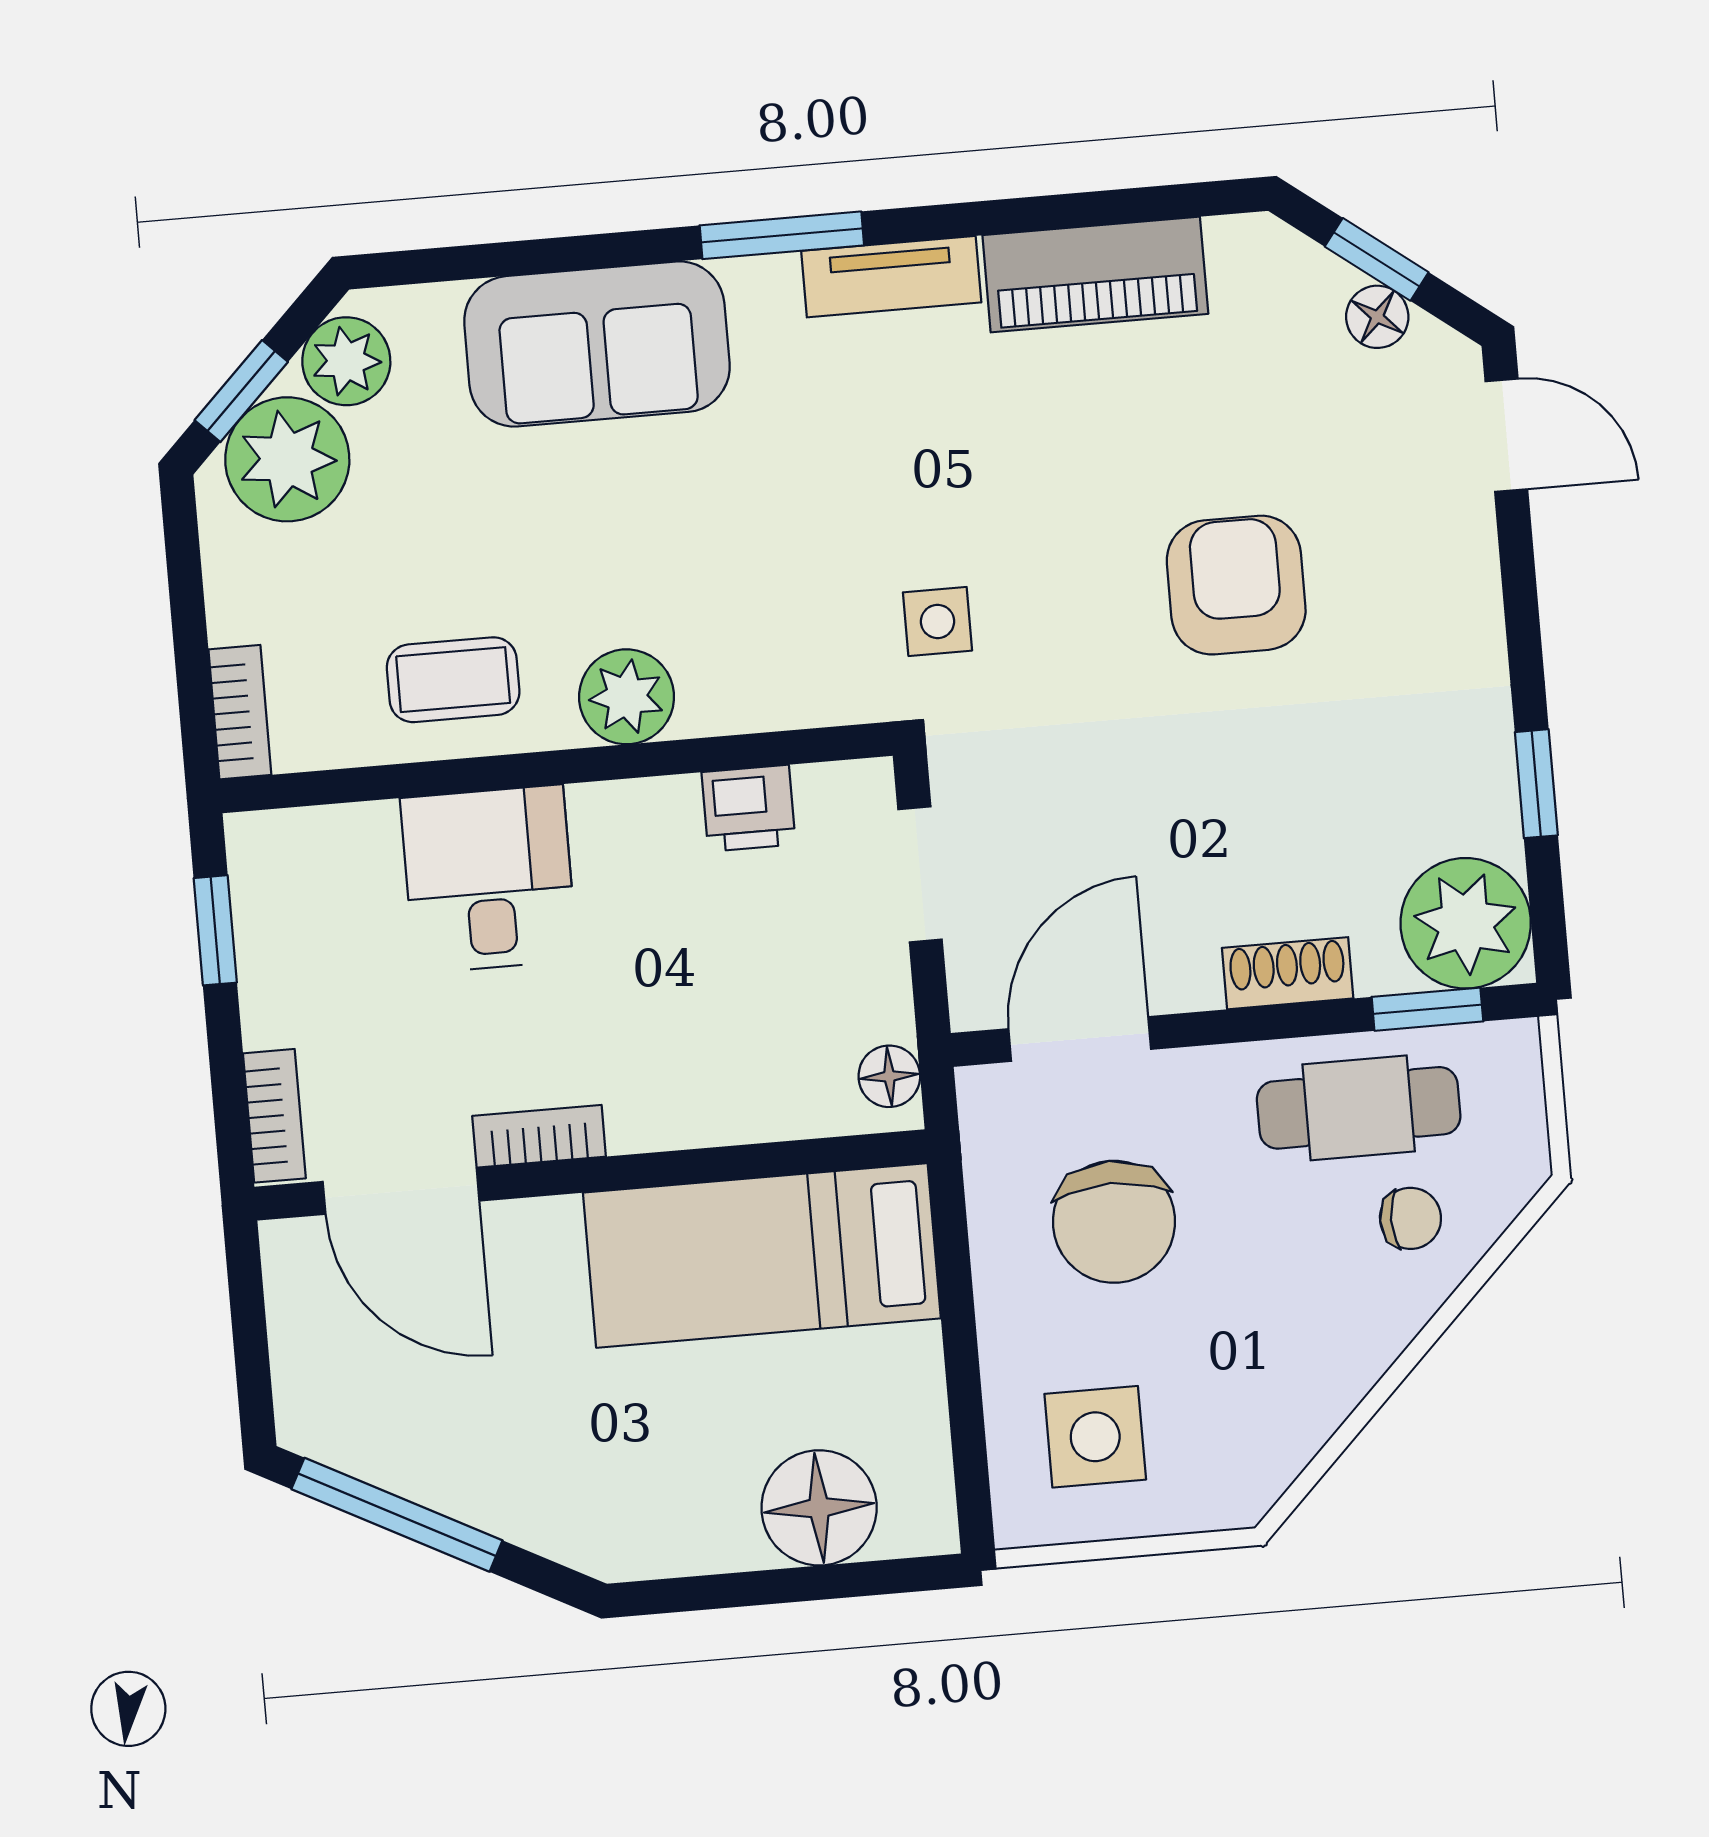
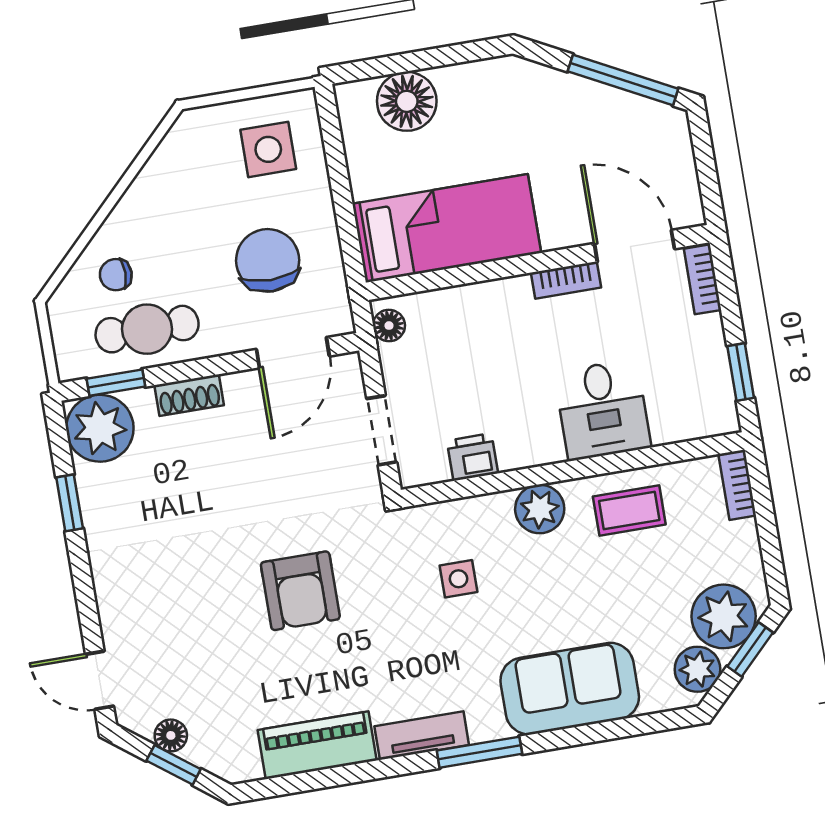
armchair: (1236, 585) -> (300, 591), moved
side table: (938, 621) -> (458, 579), moved

